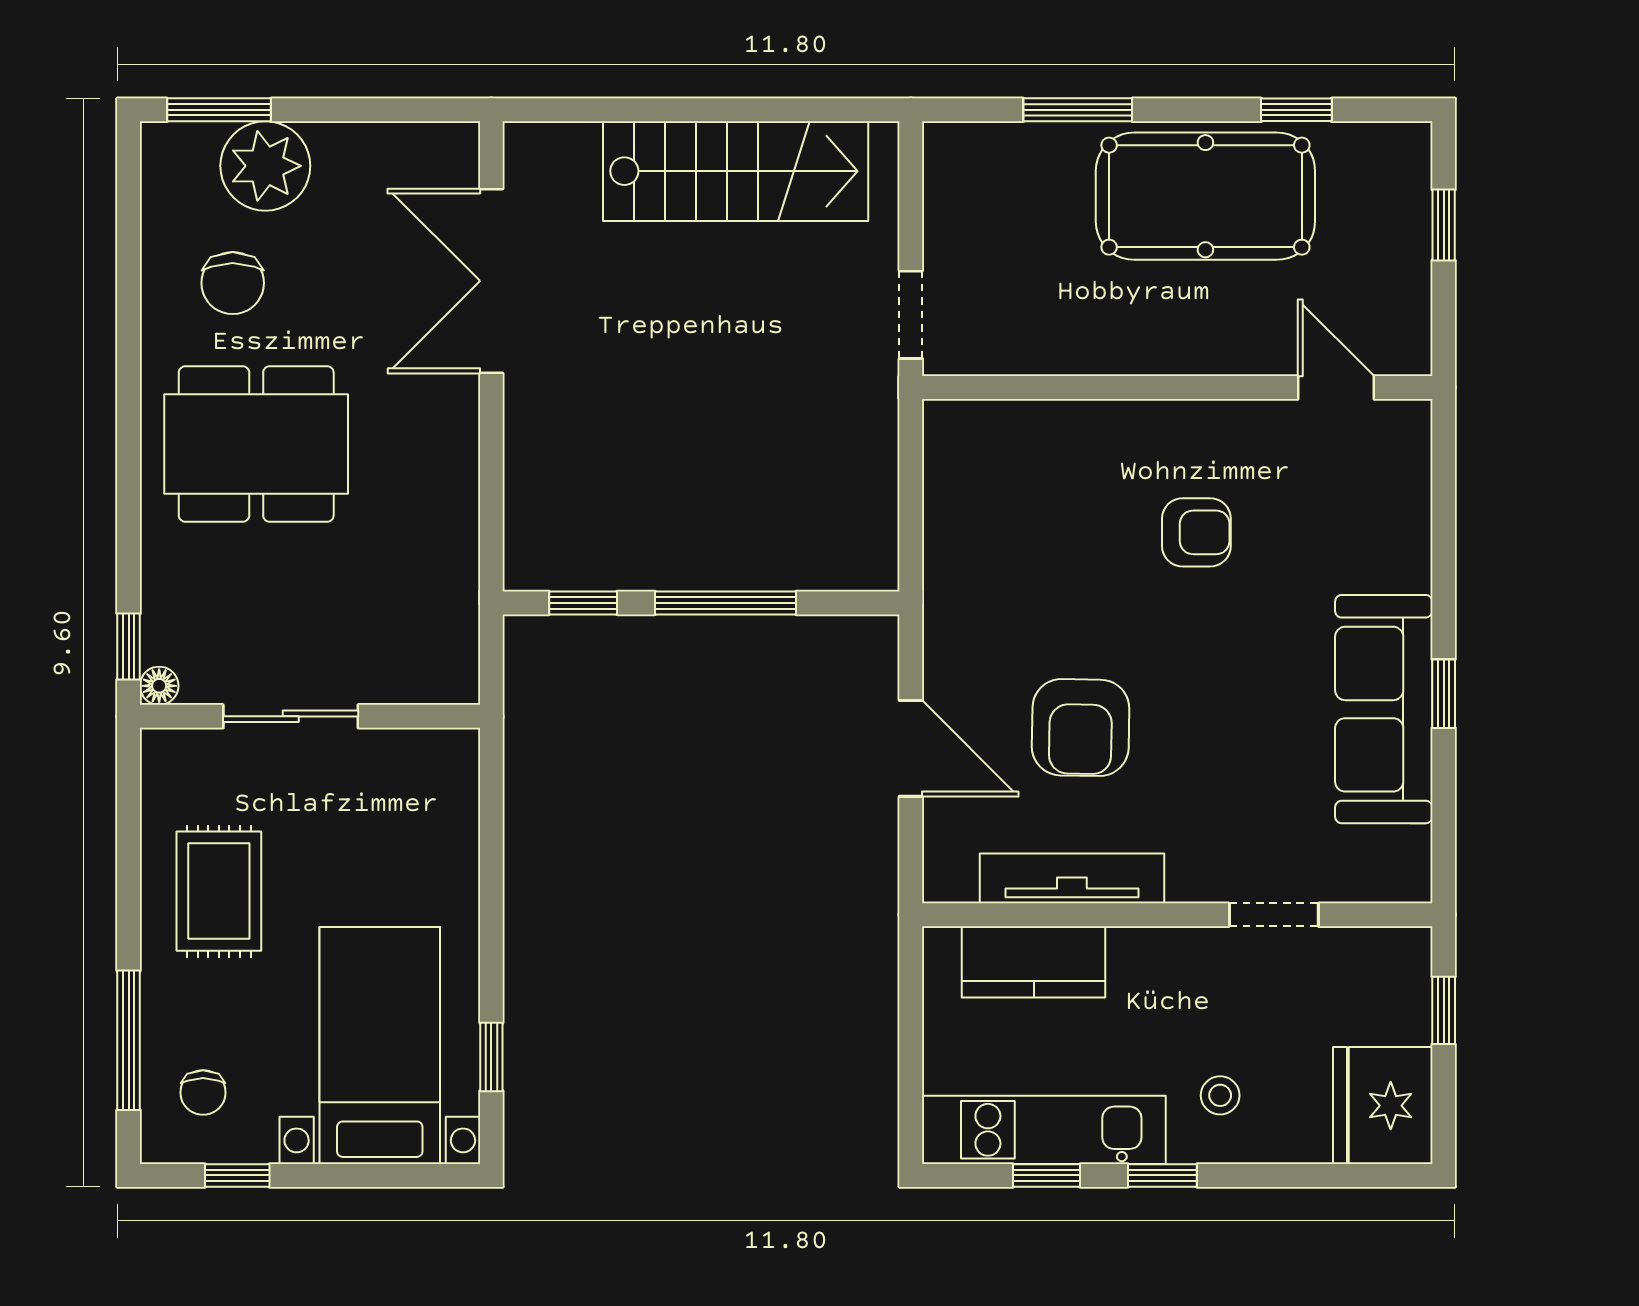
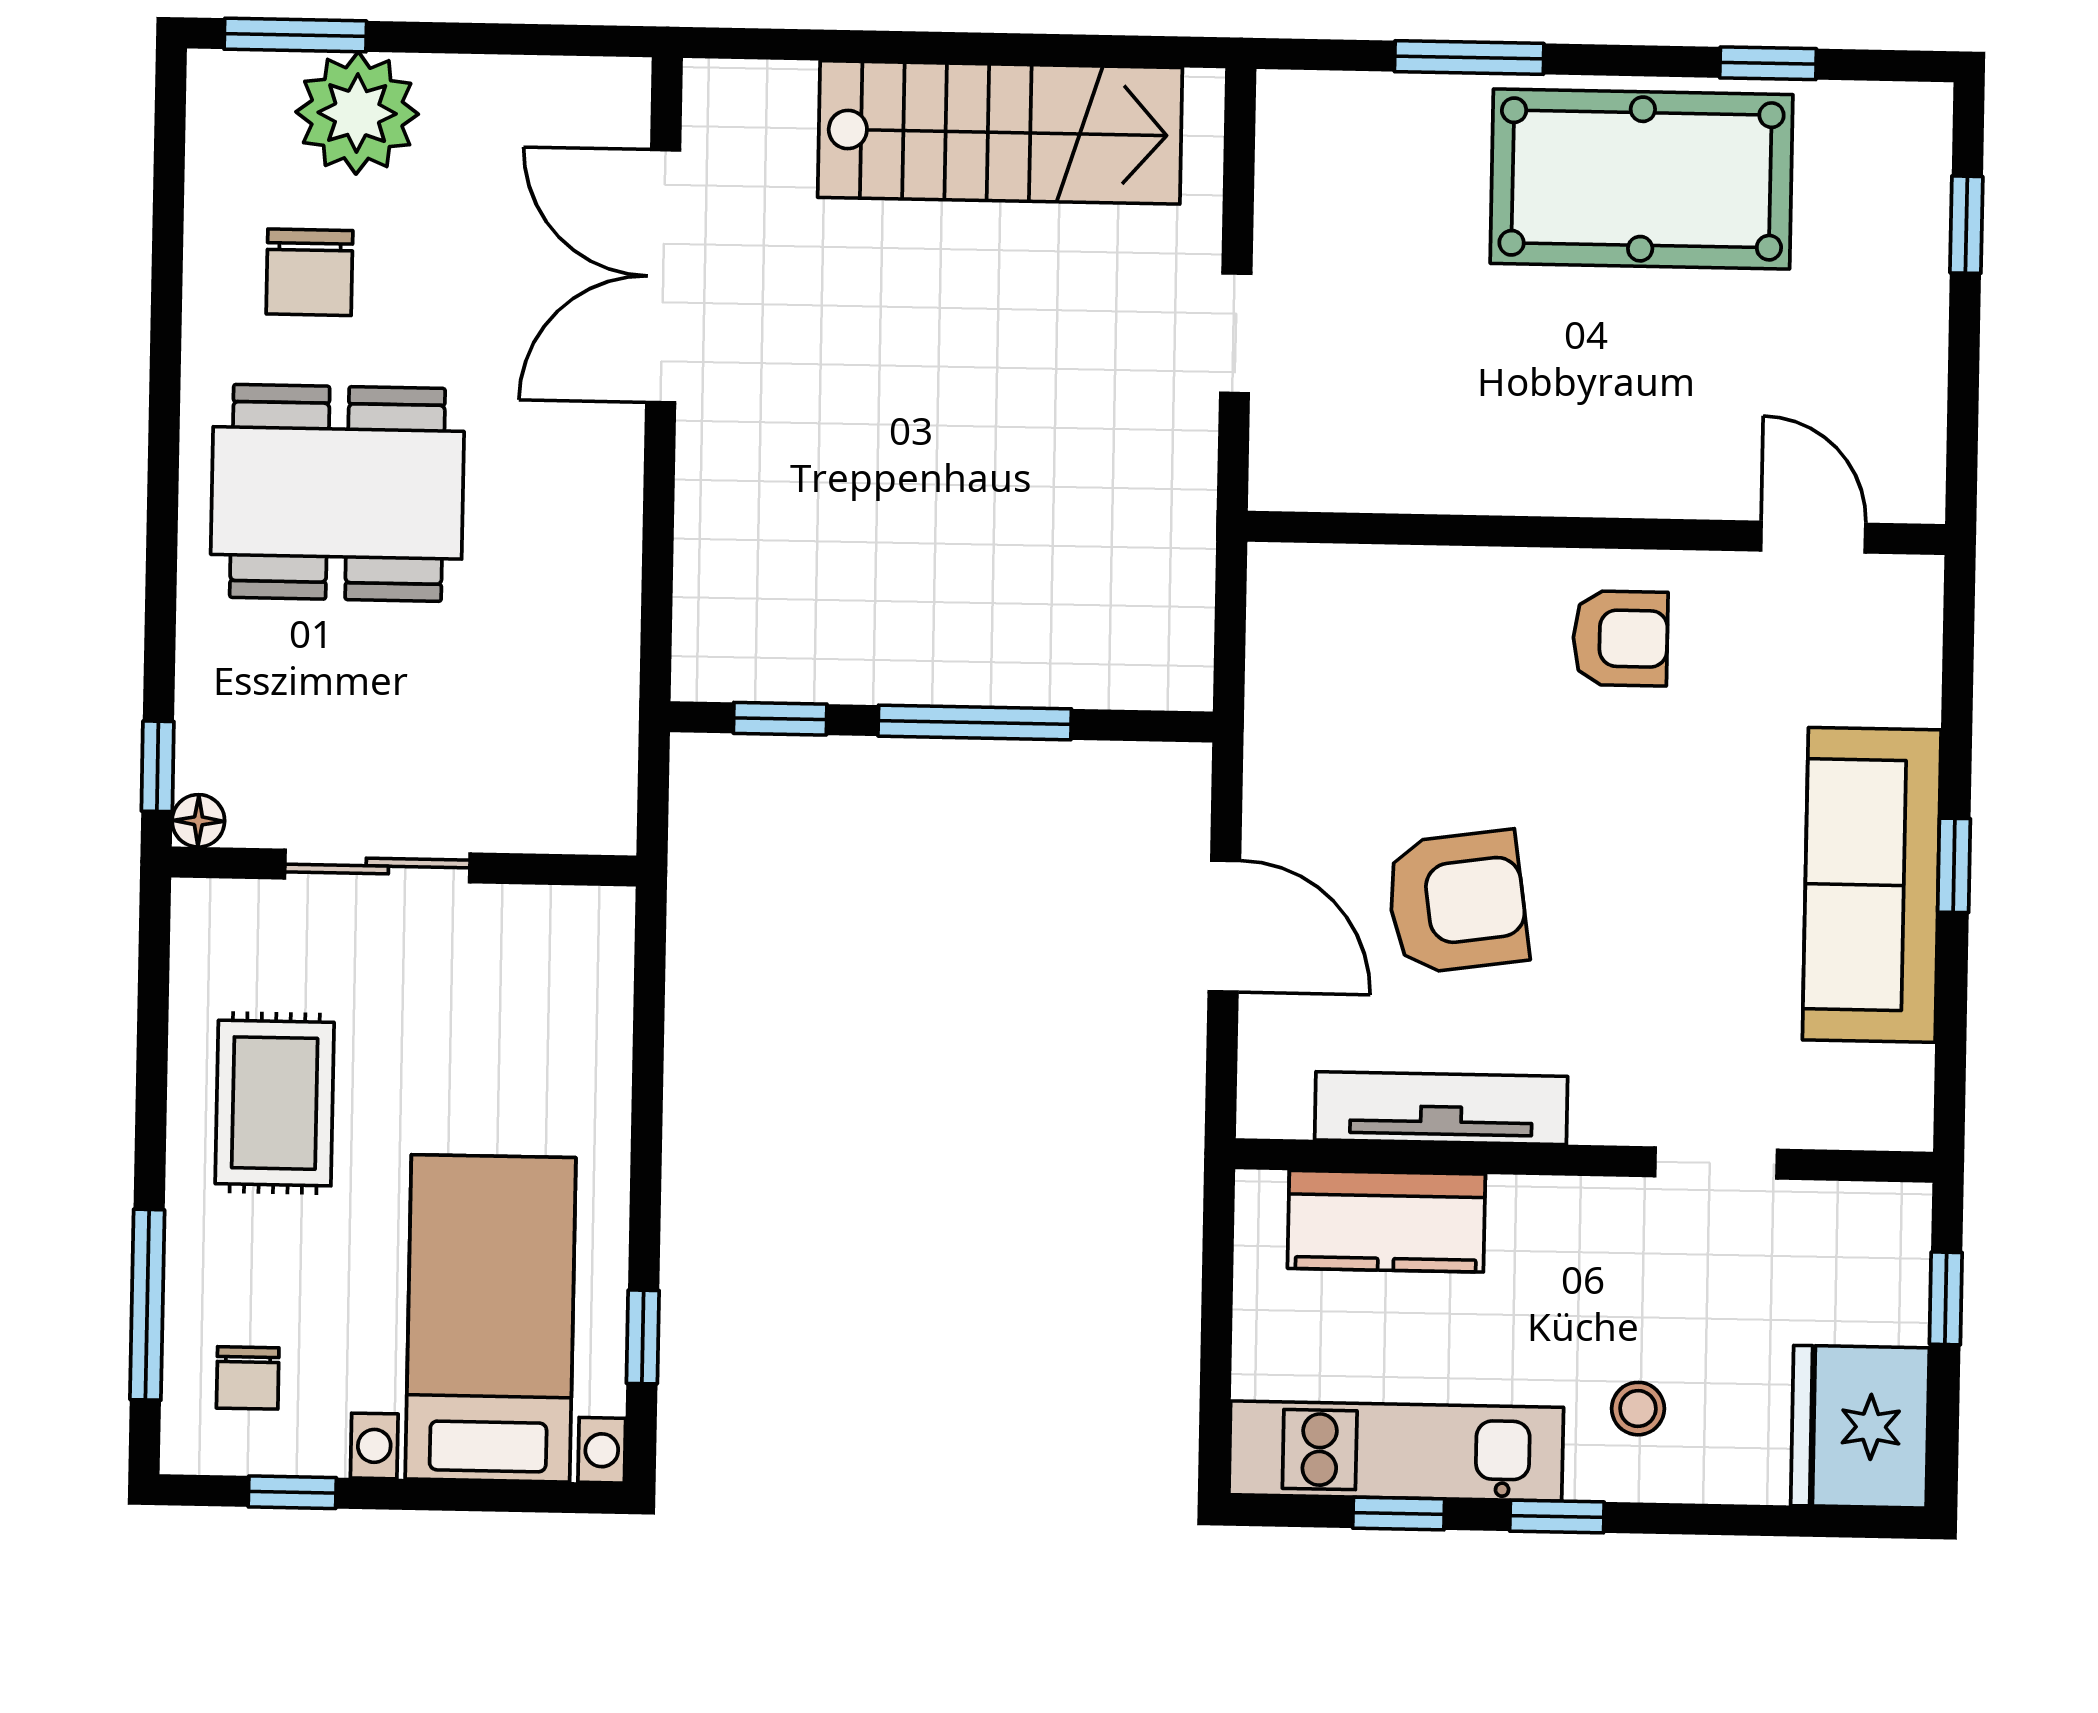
wall: (1177, 388) -> (1596, 533), moved
door: (1336, 388) -> (1813, 537), moved
armchair: (1081, 728) -> (1457, 902), turned -99

